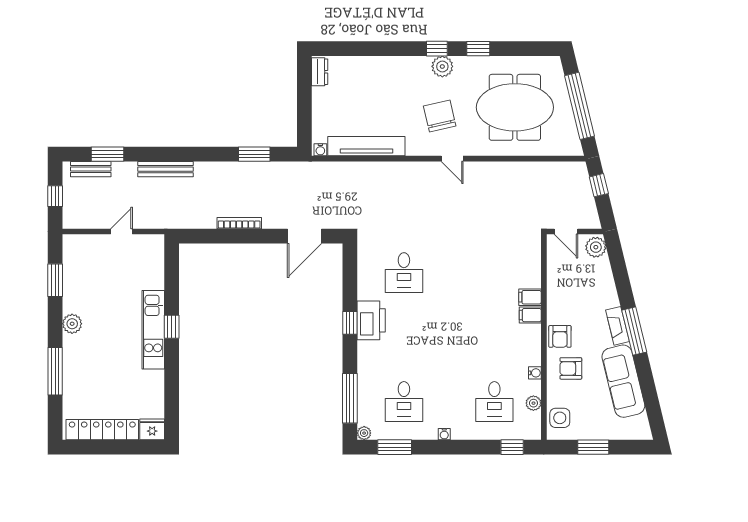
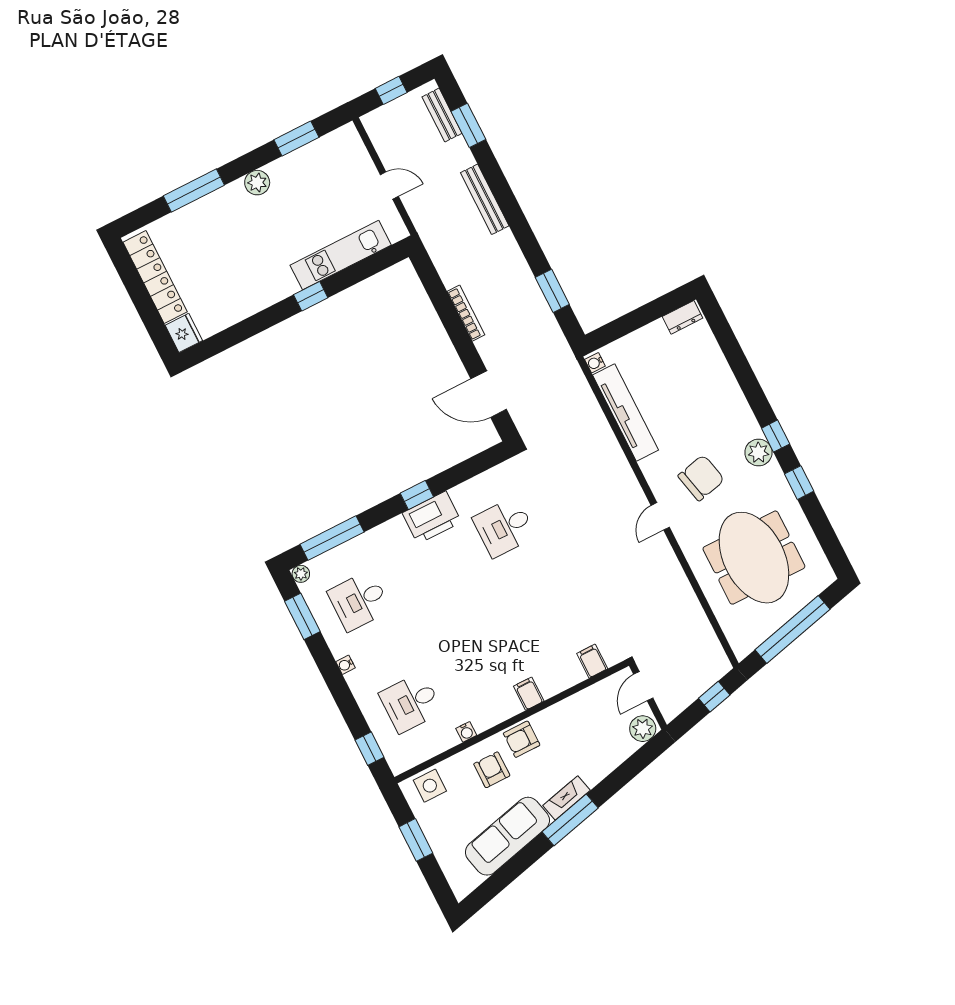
filing cabinet: (530, 297) -> (592, 661), moved
kitchen unit: (153, 330) -> (341, 255), moved
plant: (533, 403) -> (431, 748), removed

